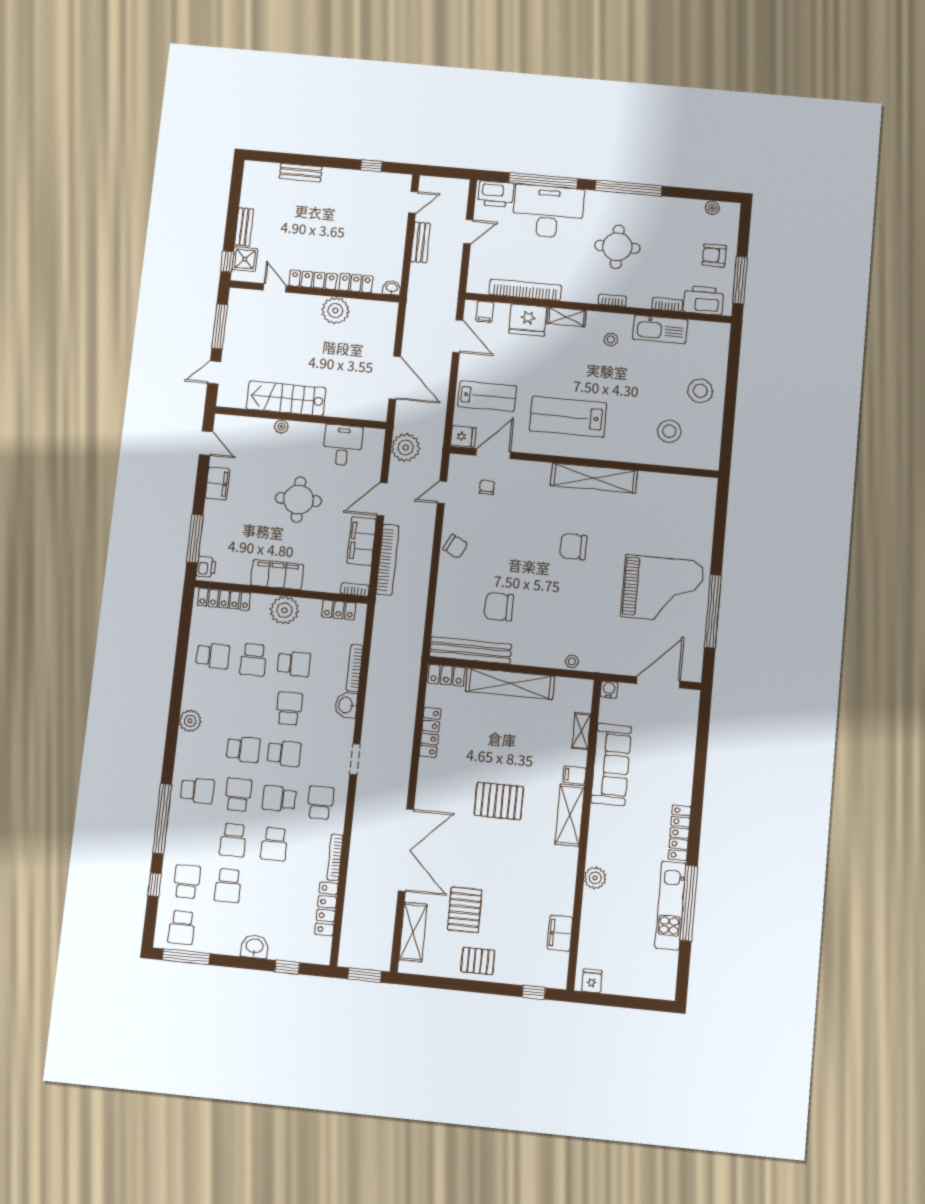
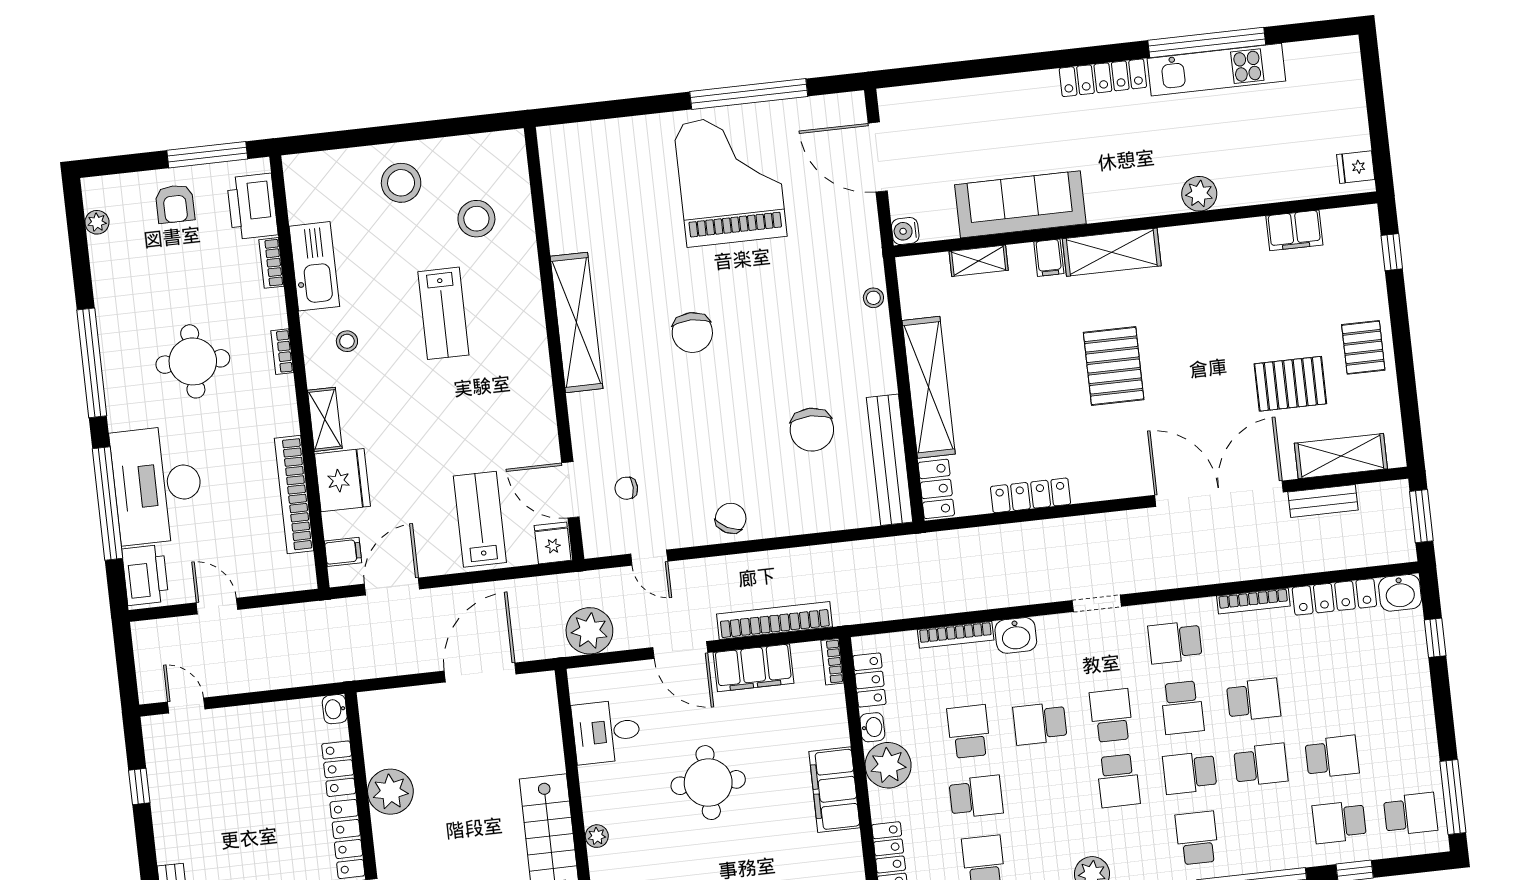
bench: (420, 242) -> (1323, 501), moved
lab bench: (568, 417) -> (443, 313), moved, width x0.73, depth x0.72
washbasin: (310, 606) -> (872, 727), added
school desk: (243, 749) -> (1118, 781), turned 180
washbasin: (255, 947) -> (1400, 593), moved, turned -90

